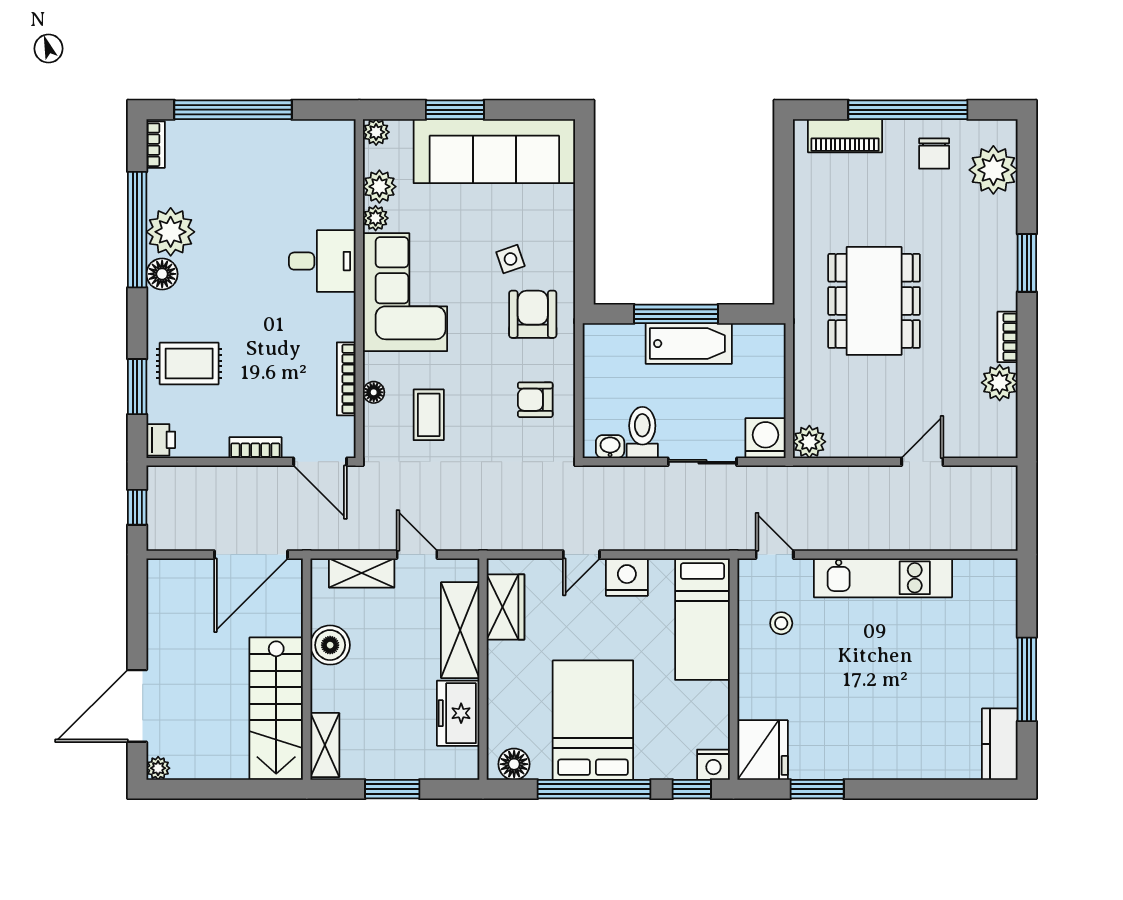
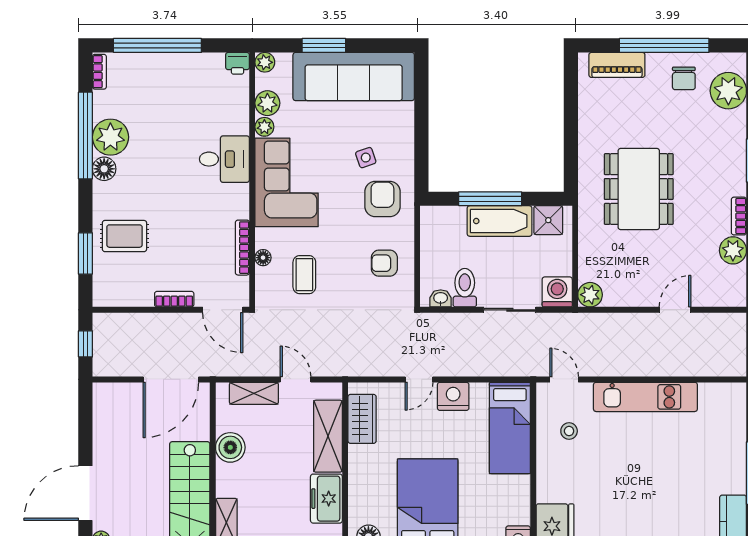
shower: (754, 342) -> (548, 220), added
printer: (161, 440) -> (238, 63), moved, turned 90

